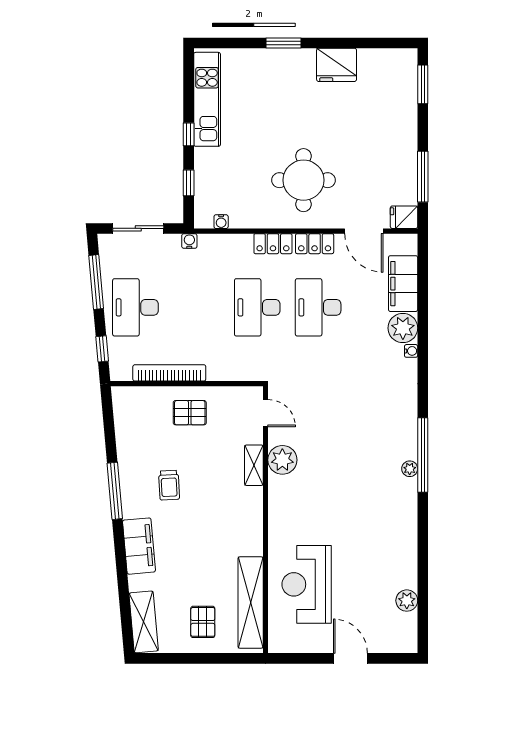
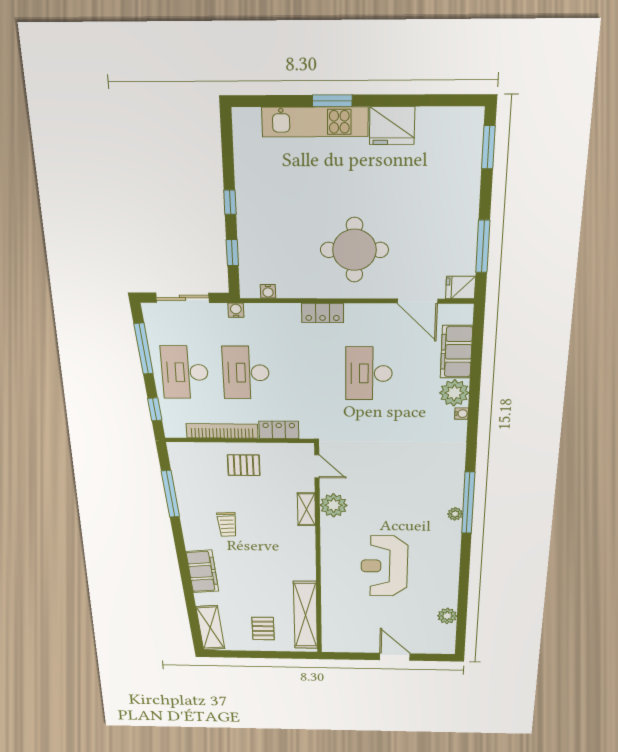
kitchen unit: (207, 99) -> (315, 122), moved, turned 90
locker: (315, 244) -> (279, 430), moved, turned 180
desk: (257, 307) -> (246, 373), moved
window: (115, 491) -> (170, 494), moved
reception desk: (307, 584) -> (384, 566), moved

